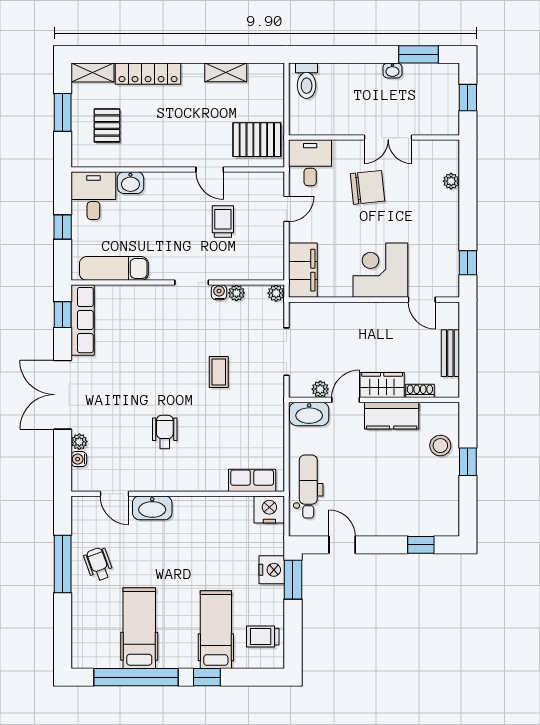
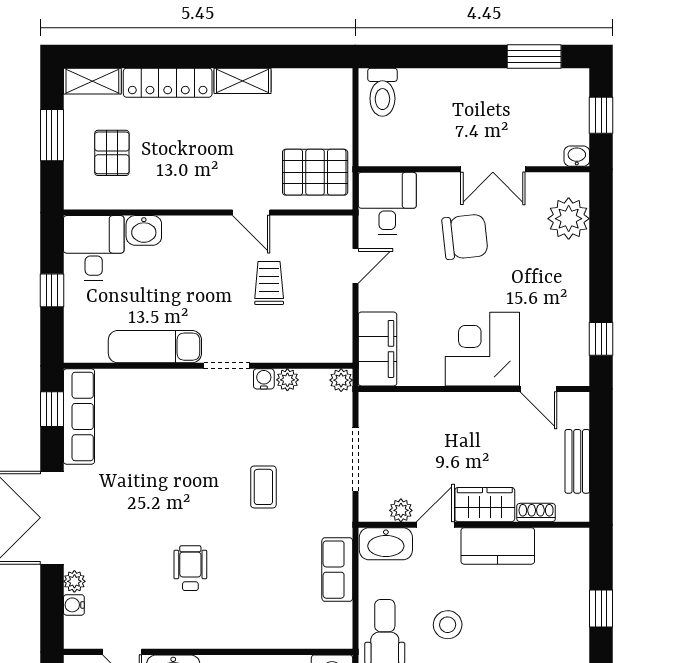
washbasin: (392, 70) -> (577, 156), moved, turned 180
shelving: (226, 72) -> (243, 81), moved
plant: (451, 181) -> (569, 219), width x1.87, depth x1.87
exam couch: (114, 268) -> (155, 347), moved
stool: (440, 446) -> (448, 625), moved
row of seats: (252, 480) -> (337, 570), moved, turned -90

